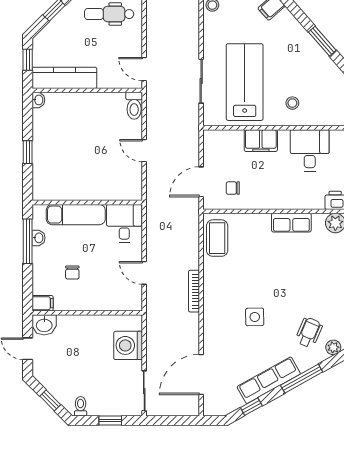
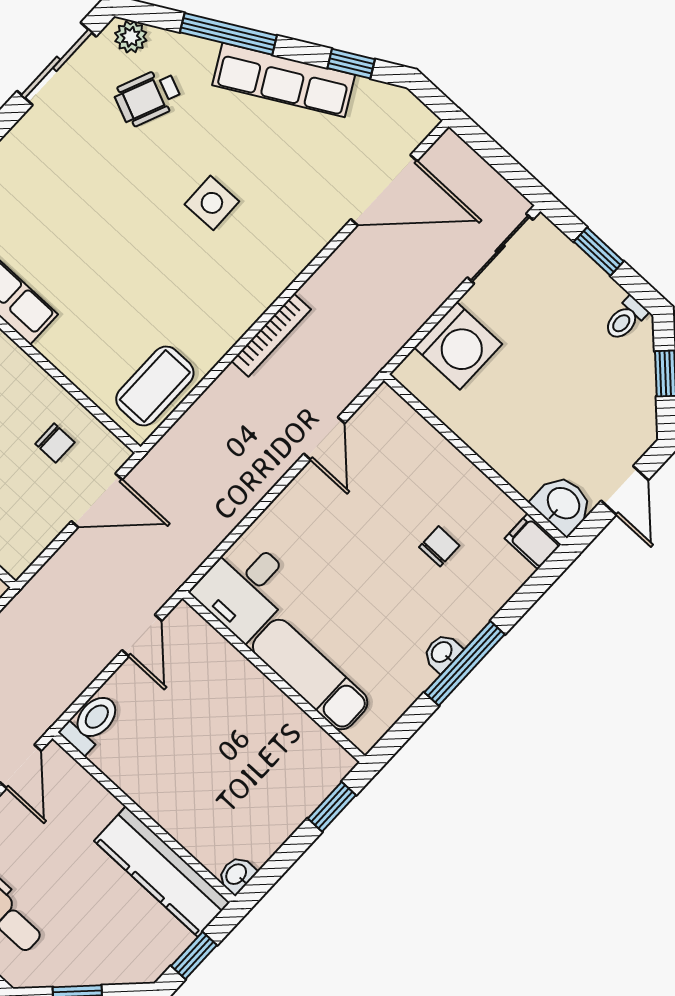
wall: (87, 202) -> (274, 677), moved
exam couch: (76, 215) -> (310, 675), moved
desk: (124, 223) -> (245, 588), moved

